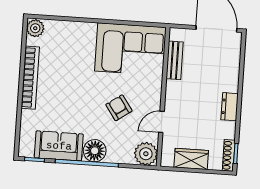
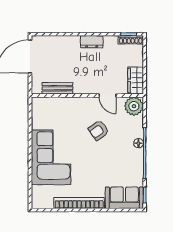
plant: (35, 28) -> (39, 202), removed
corner sofa: (130, 49) -> (51, 157), moved
sofa: (59, 146) -> (124, 198), moved, turned 90
floor lamp: (95, 151) -> (139, 143), width x0.53, depth x0.53
wardrobe: (191, 159) -> (136, 80), moved

